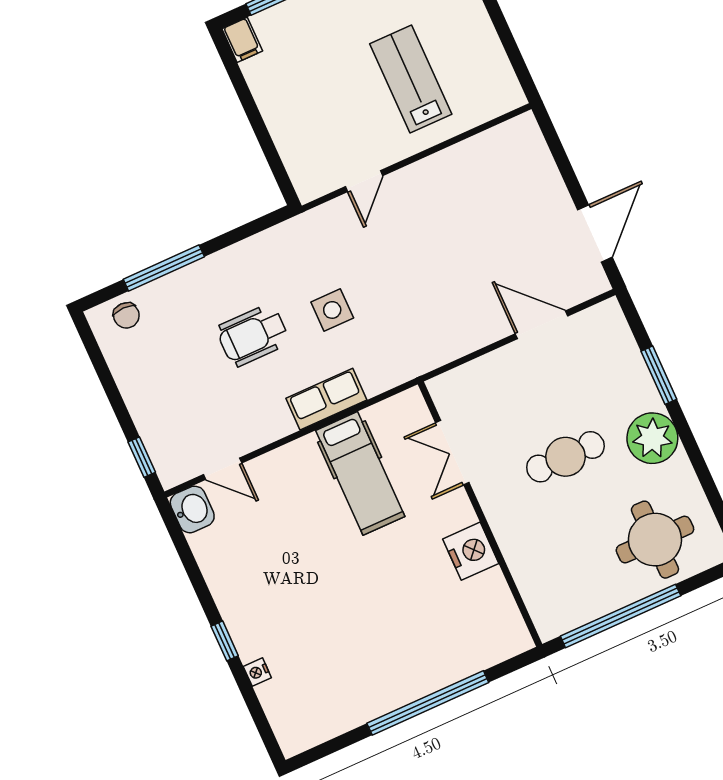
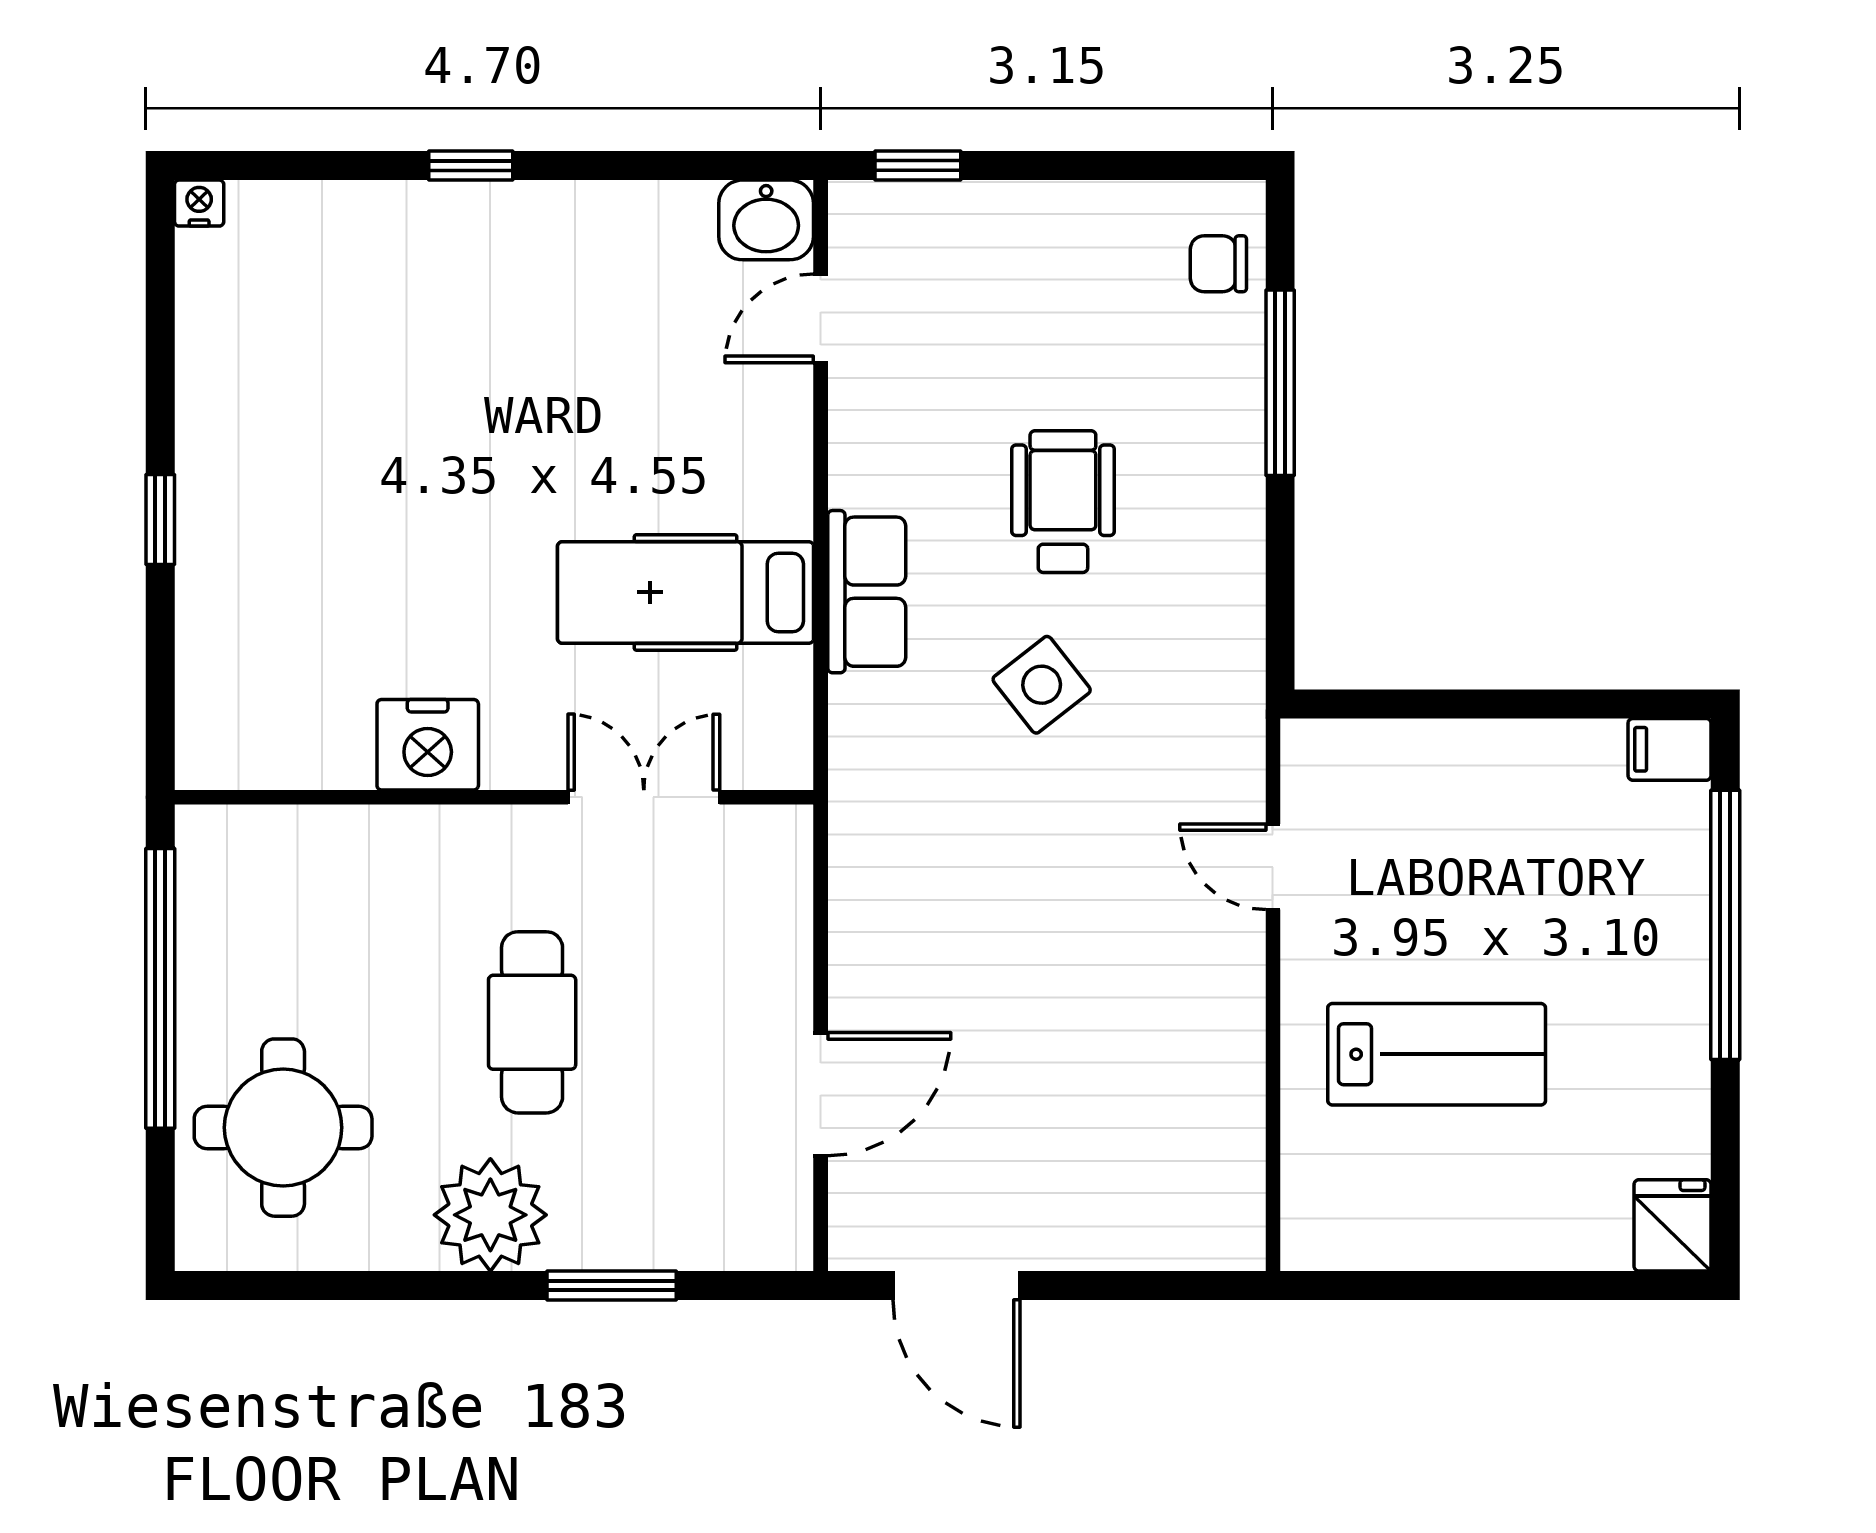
side table: (332, 310) -> (1042, 685), turned -38
nightstand: (257, 672) -> (199, 203), moved
window: (428, 703) -> (160, 520), width x0.32

